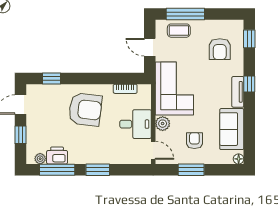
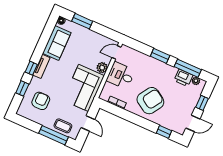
window: (249, 39) -> (22, 88), moved
armchair: (85, 109) -> (150, 101), turned 116
armchair: (194, 141) -> (86, 46), removed
door: (153, 150) -> (117, 52), hinge flipped
window: (191, 170) -> (82, 21), moved

